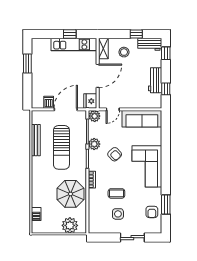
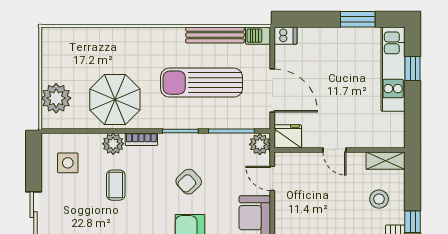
window: (70, 34) -> (413, 68), moved
kitchen unit: (74, 45) -> (393, 69), moved
door: (98, 76) -> (335, 150), width x0.53
dishwasher: (49, 102) -> (286, 36), moved
plant: (94, 144) -> (113, 144), moved
barbecue: (36, 214) -> (258, 36), moved
side table: (118, 214) -> (68, 163), moved

